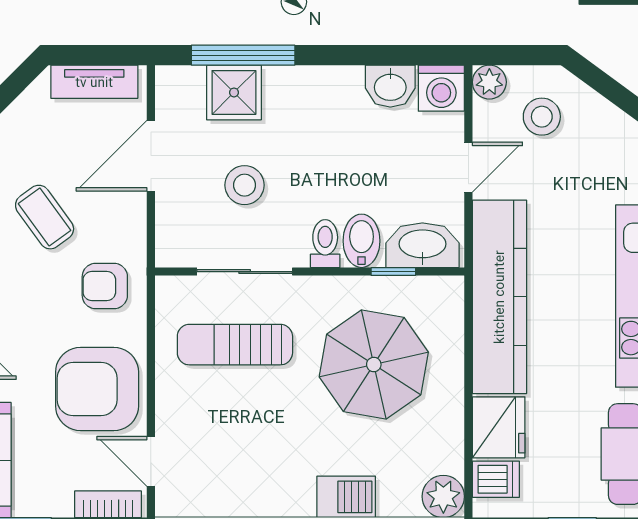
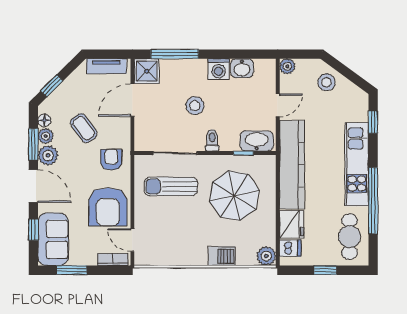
washing machine: (441, 88) -> (219, 69), moved
shower: (234, 92) -> (147, 71), moved
stool: (542, 117) -> (326, 82), moved
stool: (245, 185) -> (195, 106), moved
bidet: (362, 241) -> (229, 139), removed
armchair: (105, 286) -> (111, 160), turned 90
armchair: (97, 389) -> (108, 207), turned -90

